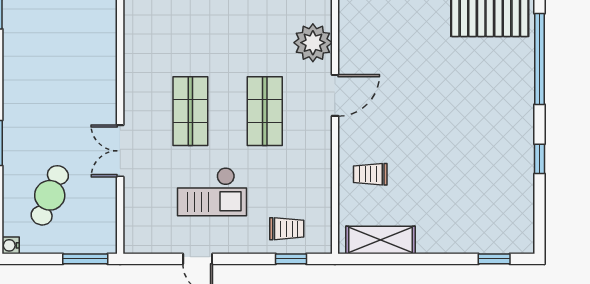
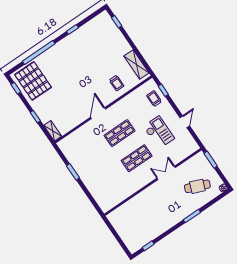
plant: (313, 43) -> (85, 133), removed
door: (335, 95) -> (98, 113), hinge flipped
double door: (120, 151) -> (166, 173), swing flipped

